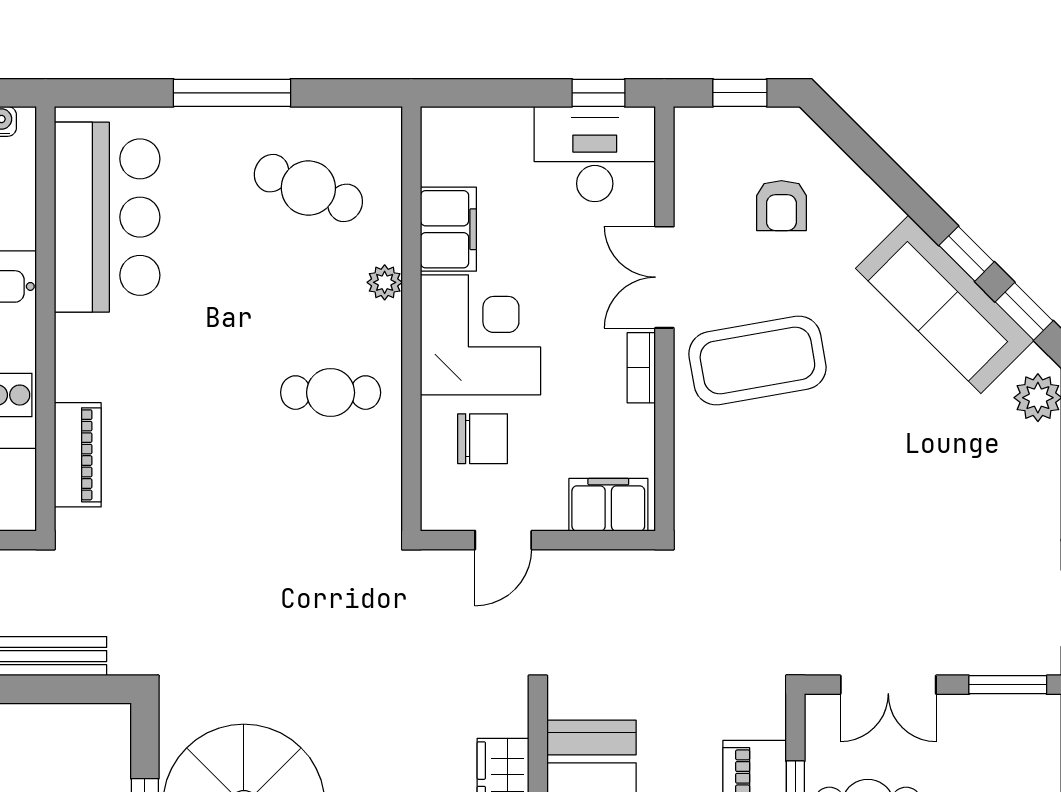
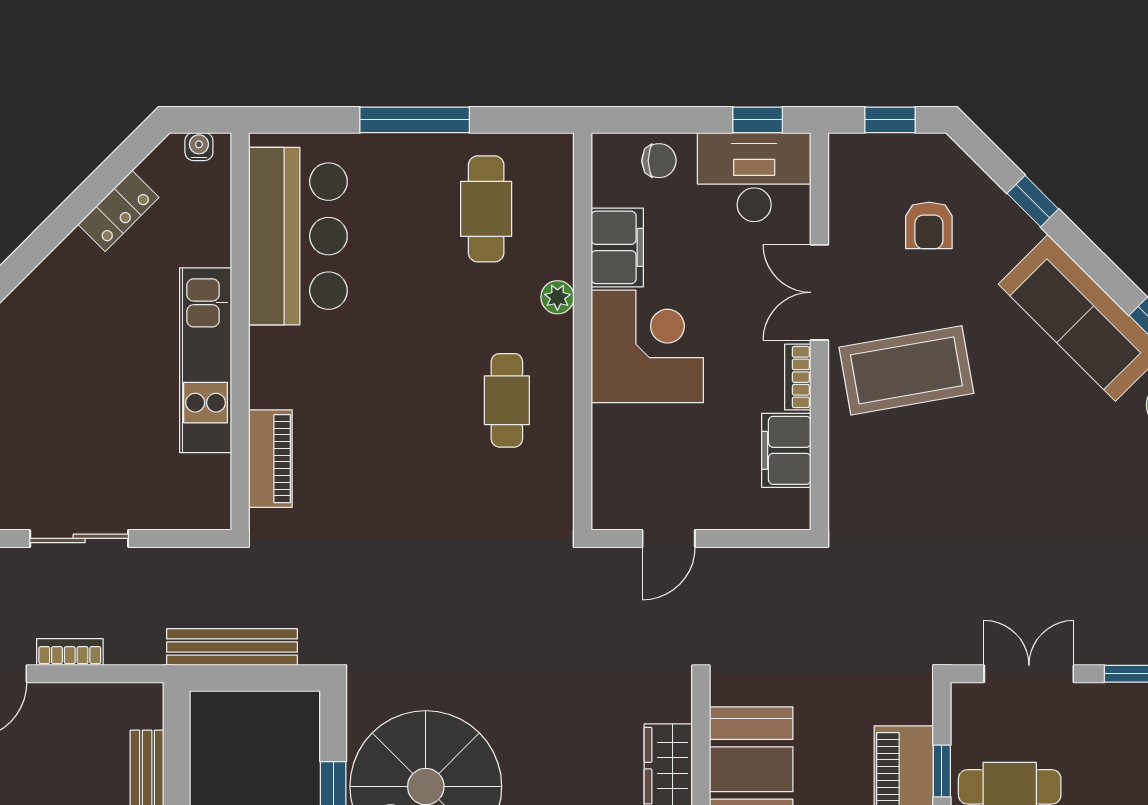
cafe table: (308, 188) -> (486, 209), turned 68
window: (967, 254) -> (1033, 201), moved
cafe table: (331, 393) -> (507, 400), turned 90
chair: (483, 439) -> (659, 161), moved, width x0.73, depth x0.73
filing cabinet: (608, 505) -> (786, 450), moved, turned -90
double door: (888, 685) -> (1029, 674), swing flipped

